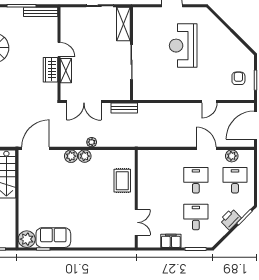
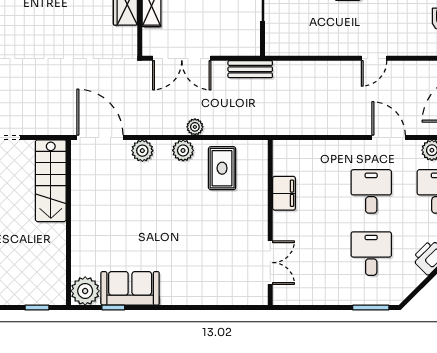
door: (209, 102) -> (374, 58), moved
door: (36, 148) -> (100, 137), hinge flipped
plant: (71, 156) -> (142, 151), moved
rug: (122, 181) -> (222, 168), moved
filing cabinet: (171, 241) -> (284, 193), moved, turned 90

